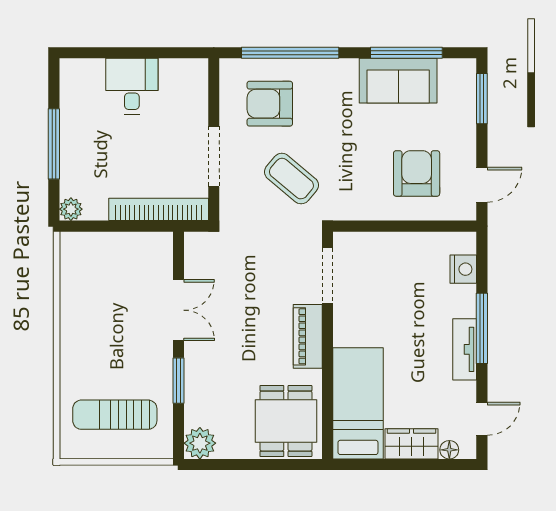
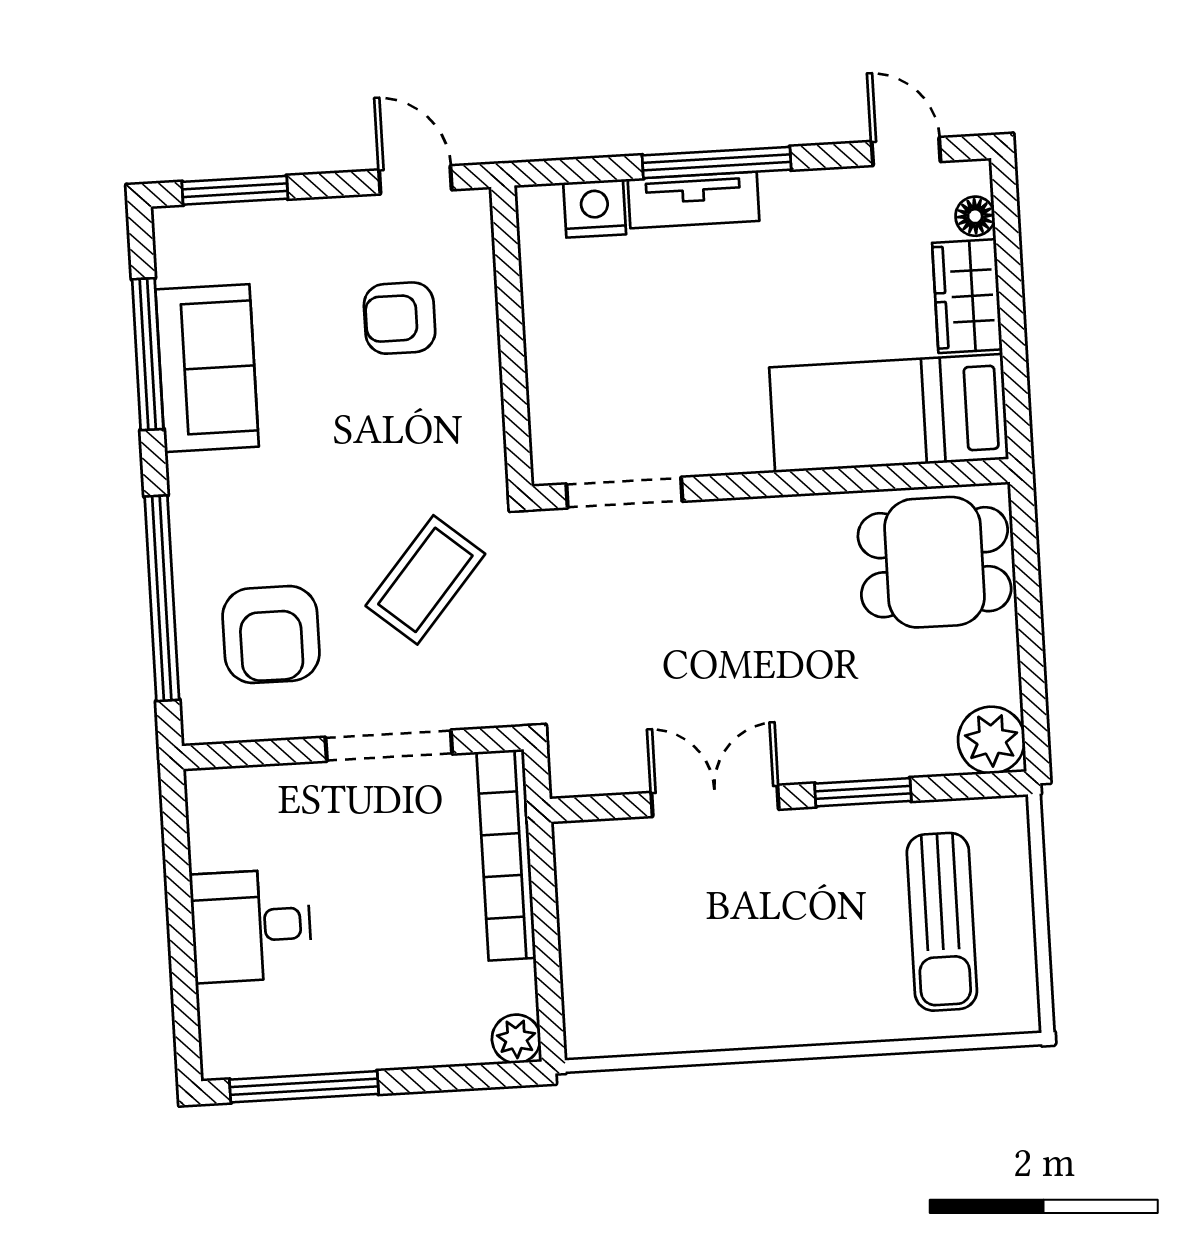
window: (54, 144) -> (304, 1087), moved
armchair: (417, 173) -> (400, 318), width x0.72, depth x0.72
piano: (308, 336) -> (754, 527), removed
tv unit: (465, 349) -> (694, 200), moved

